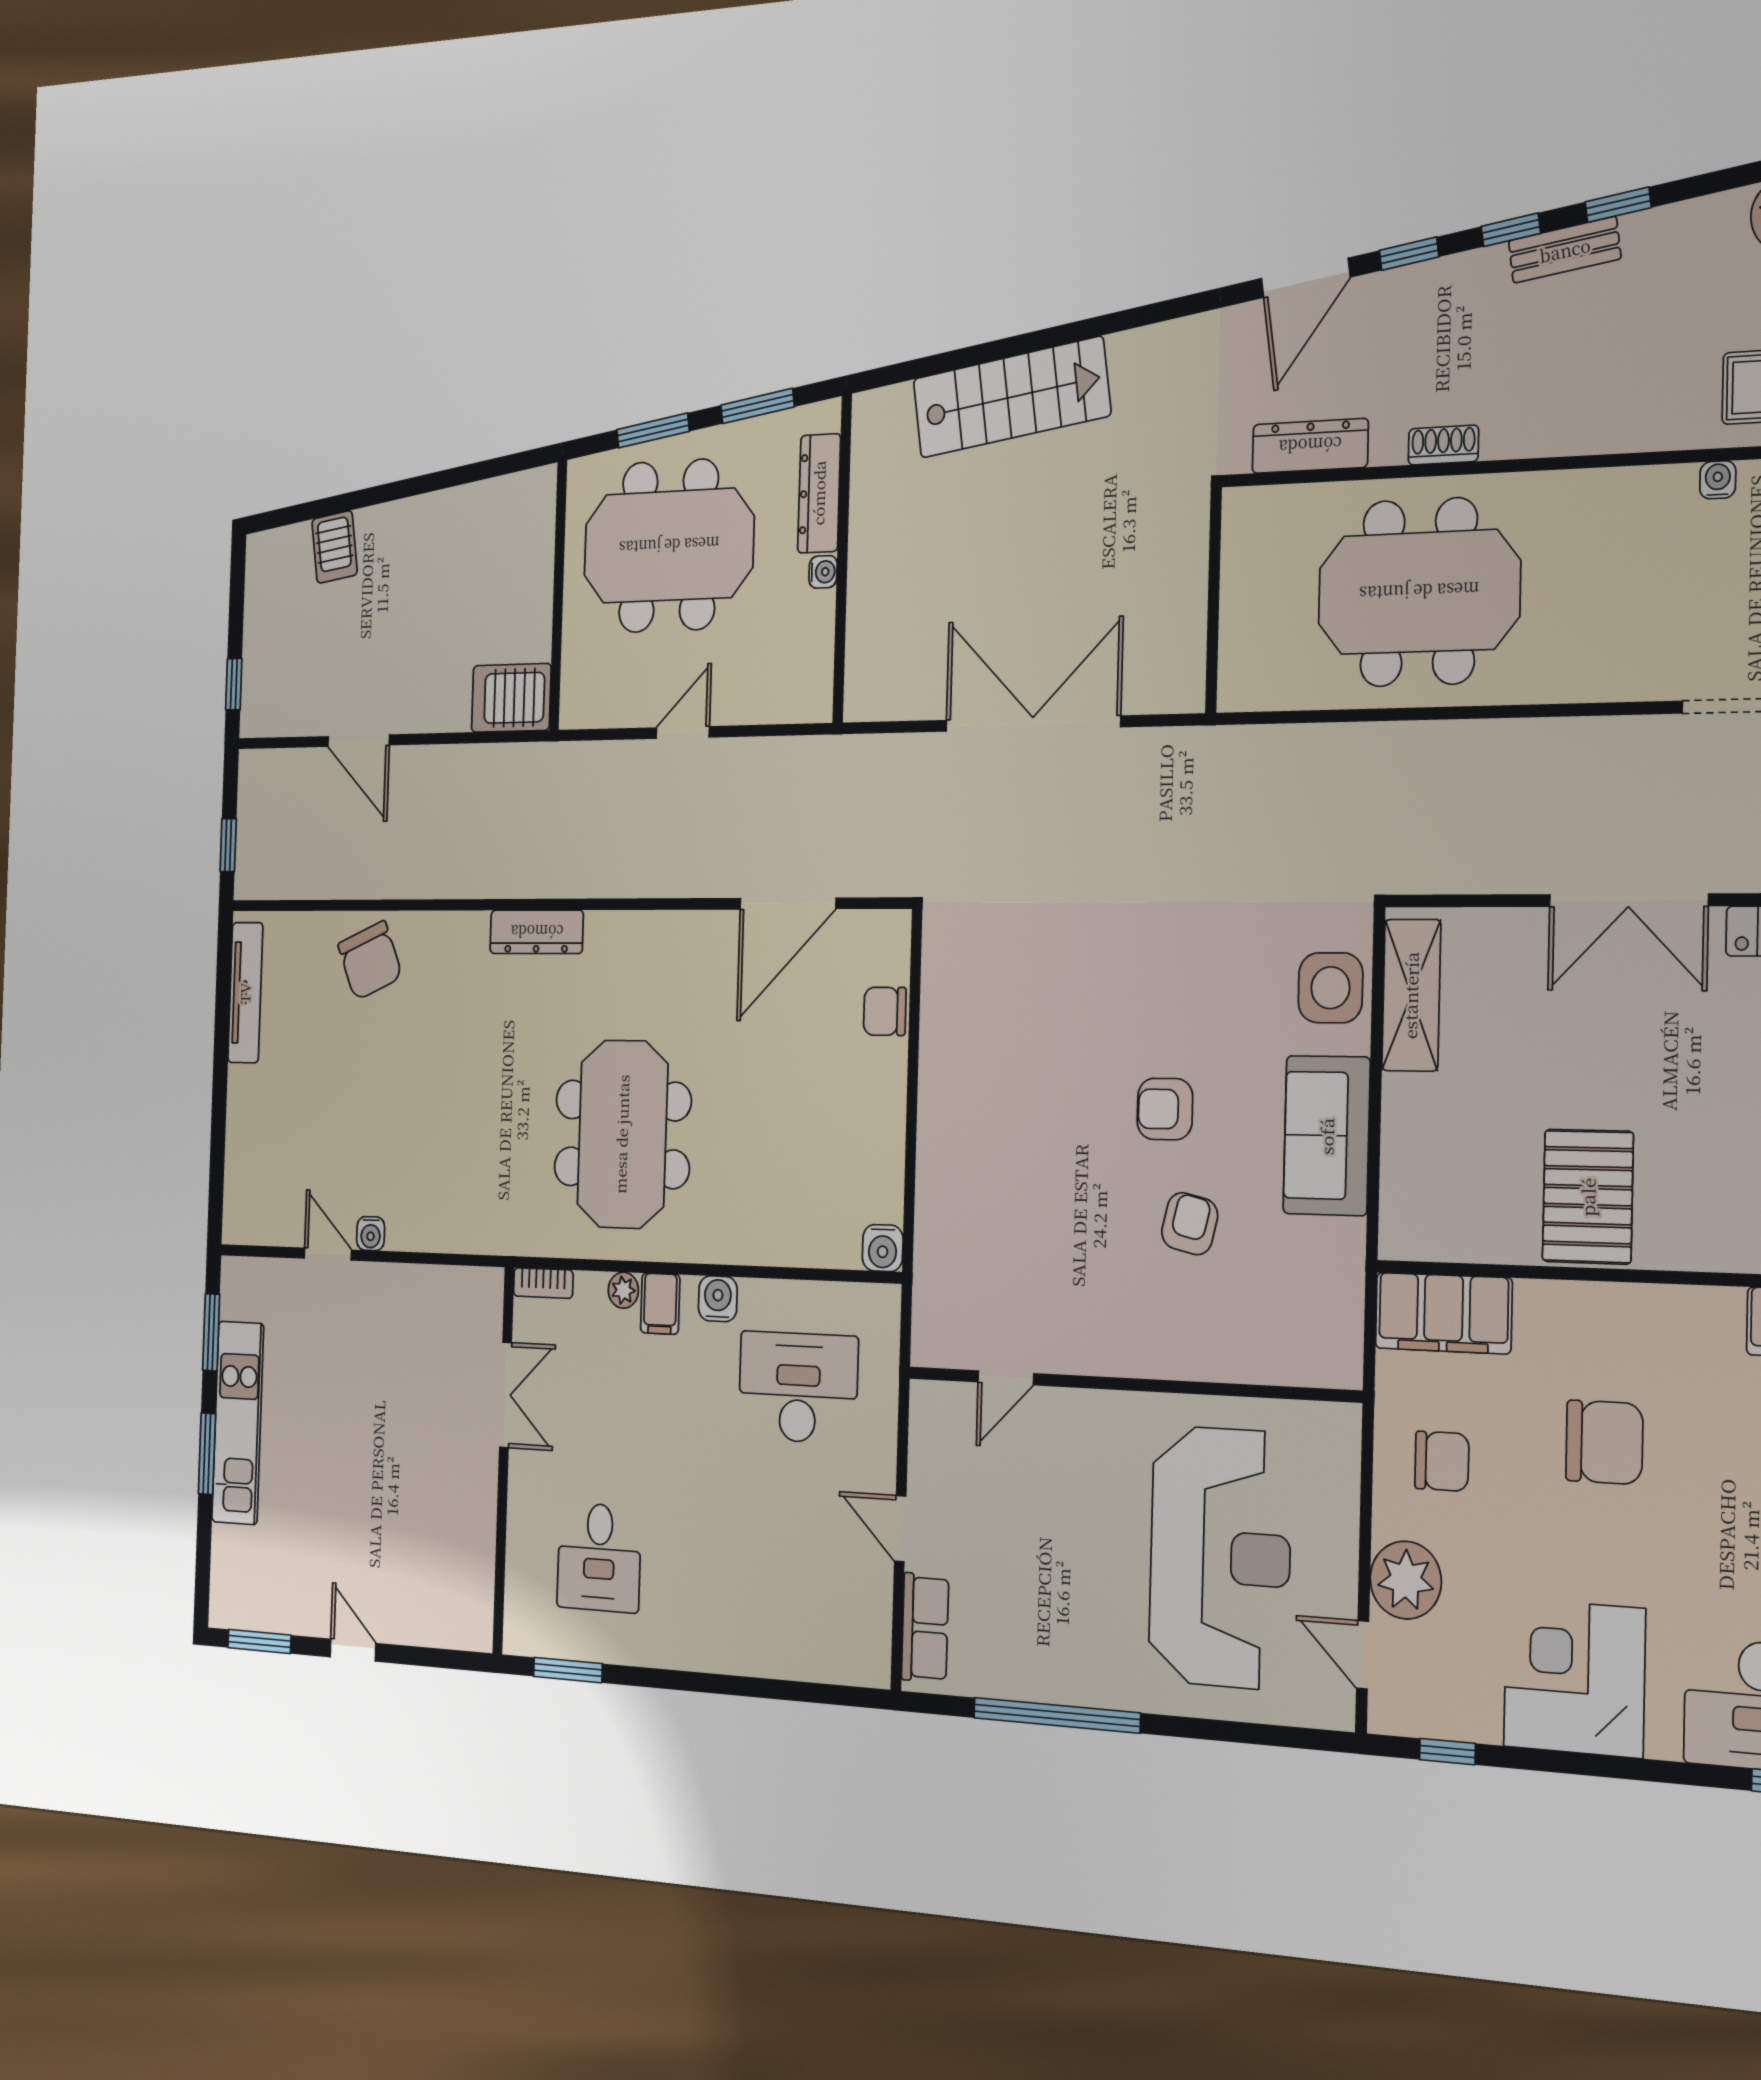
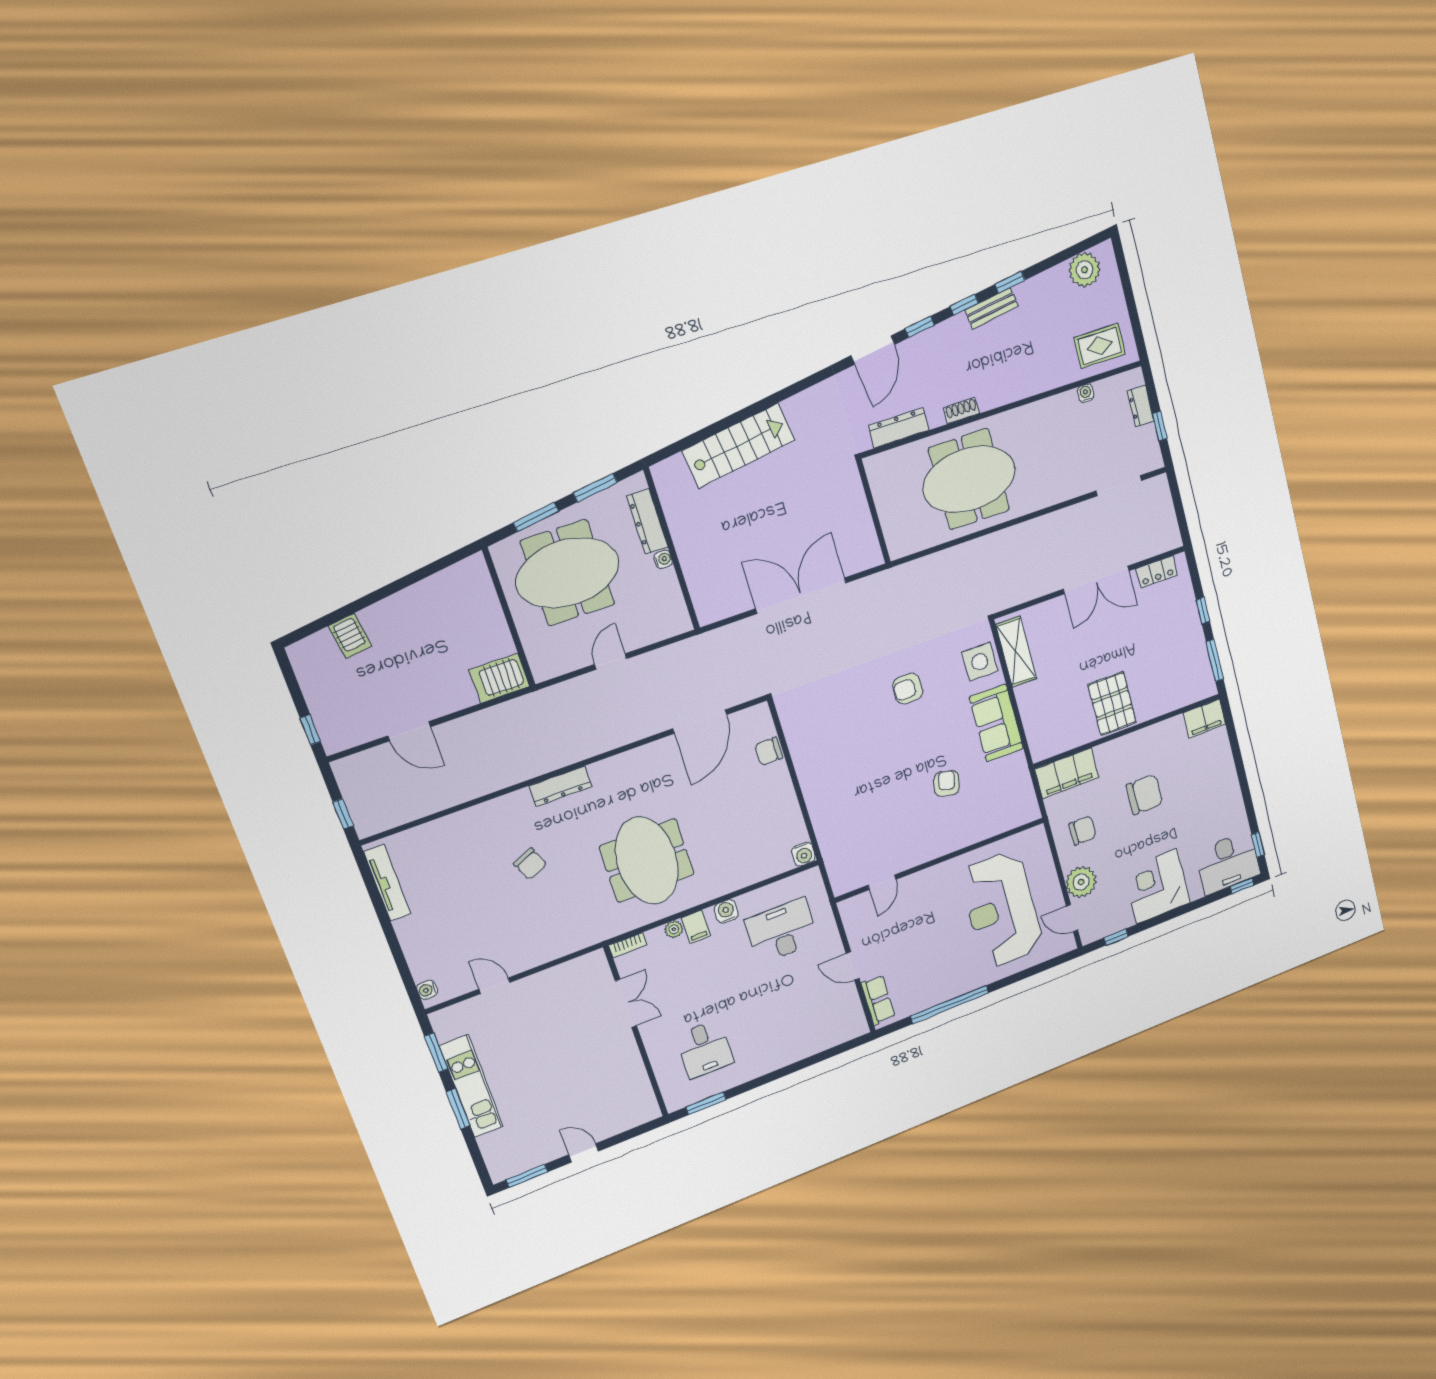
chair: (370, 960) -> (530, 864), moved, width x0.73, depth x0.73
armchair: (1165, 1109) -> (908, 689), moved
water cooler: (371, 1234) -> (427, 990), moved, turned 90
reception desk: (1220, 1557) -> (1001, 910), turned 180

